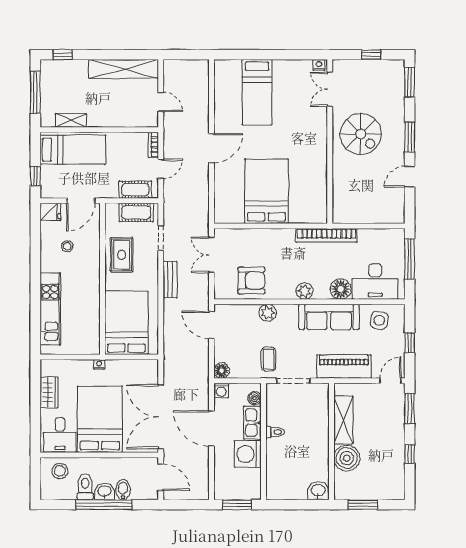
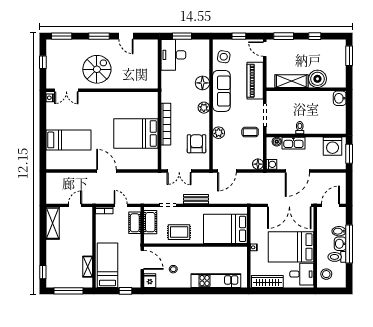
shelving: (124, 69) -> (53, 223), width x0.68
bookcase: (327, 235) -> (166, 124), moved
window: (410, 259) -> (182, 36), width x0.69
desk: (375, 281) -> (173, 55), moved, turned 180
wardrobe: (49, 392) -> (267, 281), width x1.50
washing machine: (248, 454) -> (333, 146), moved
window: (363, 505) -> (349, 56), moved

